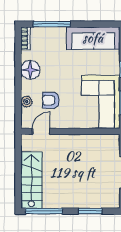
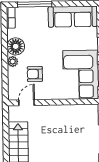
plant: (27, 102) -> (13, 62), moved

